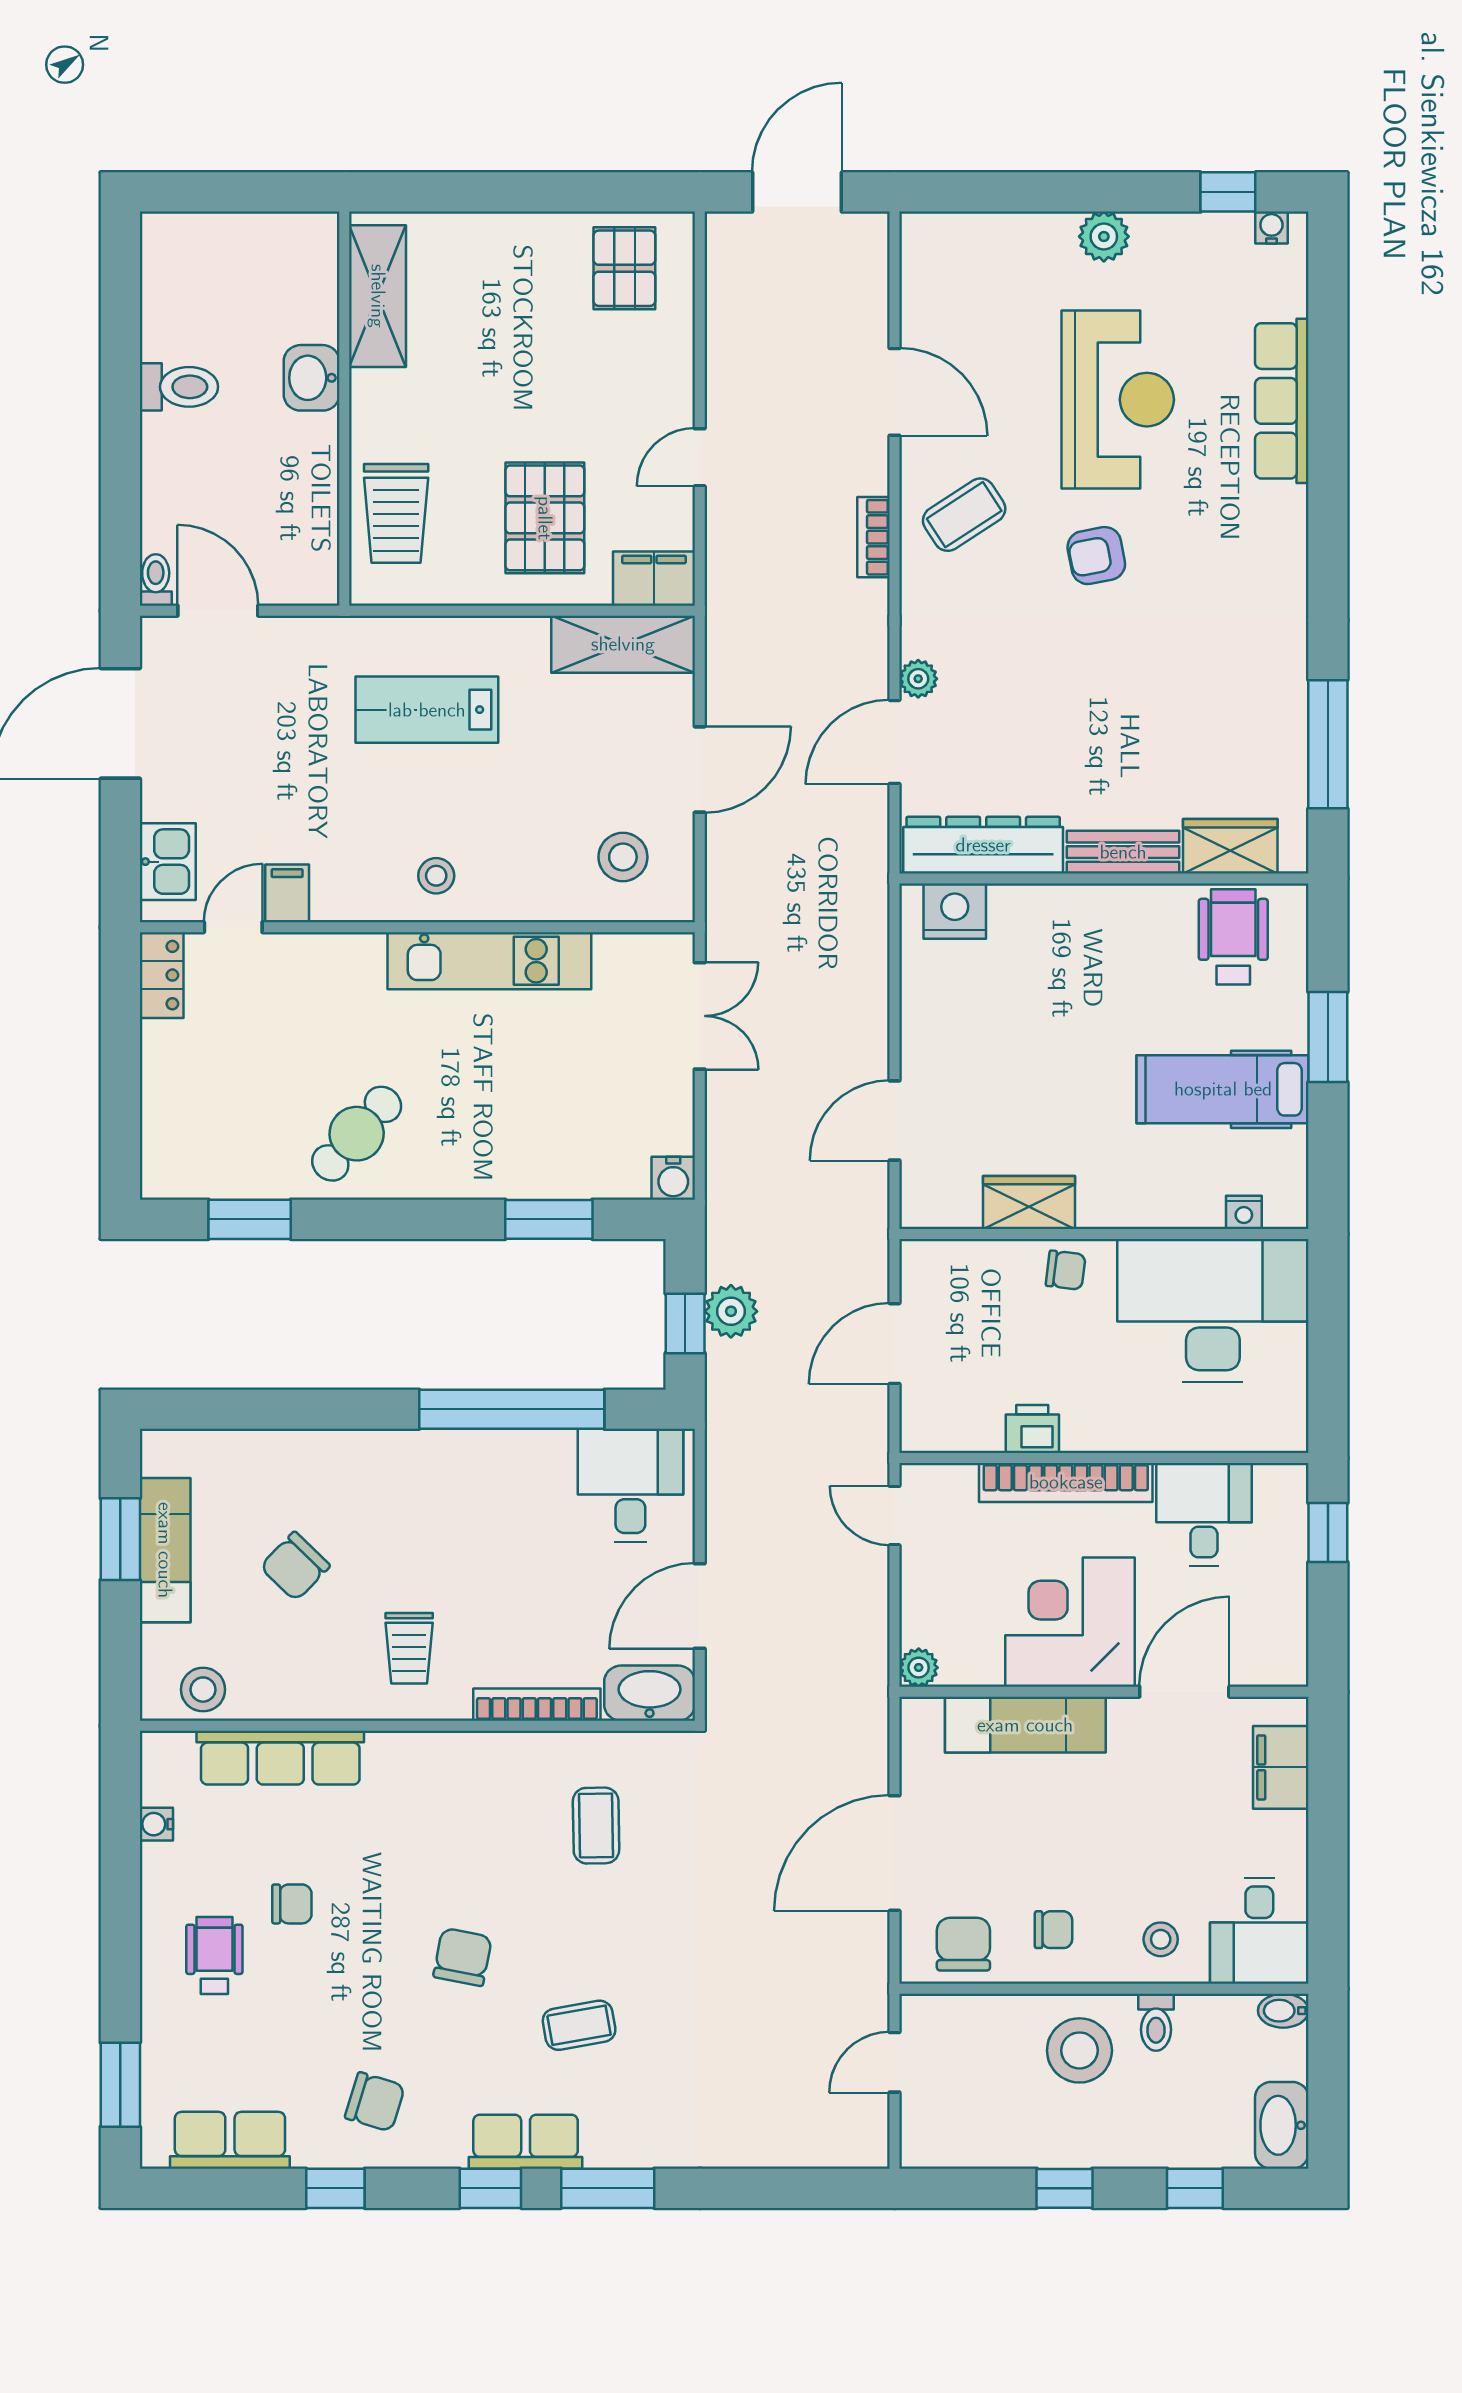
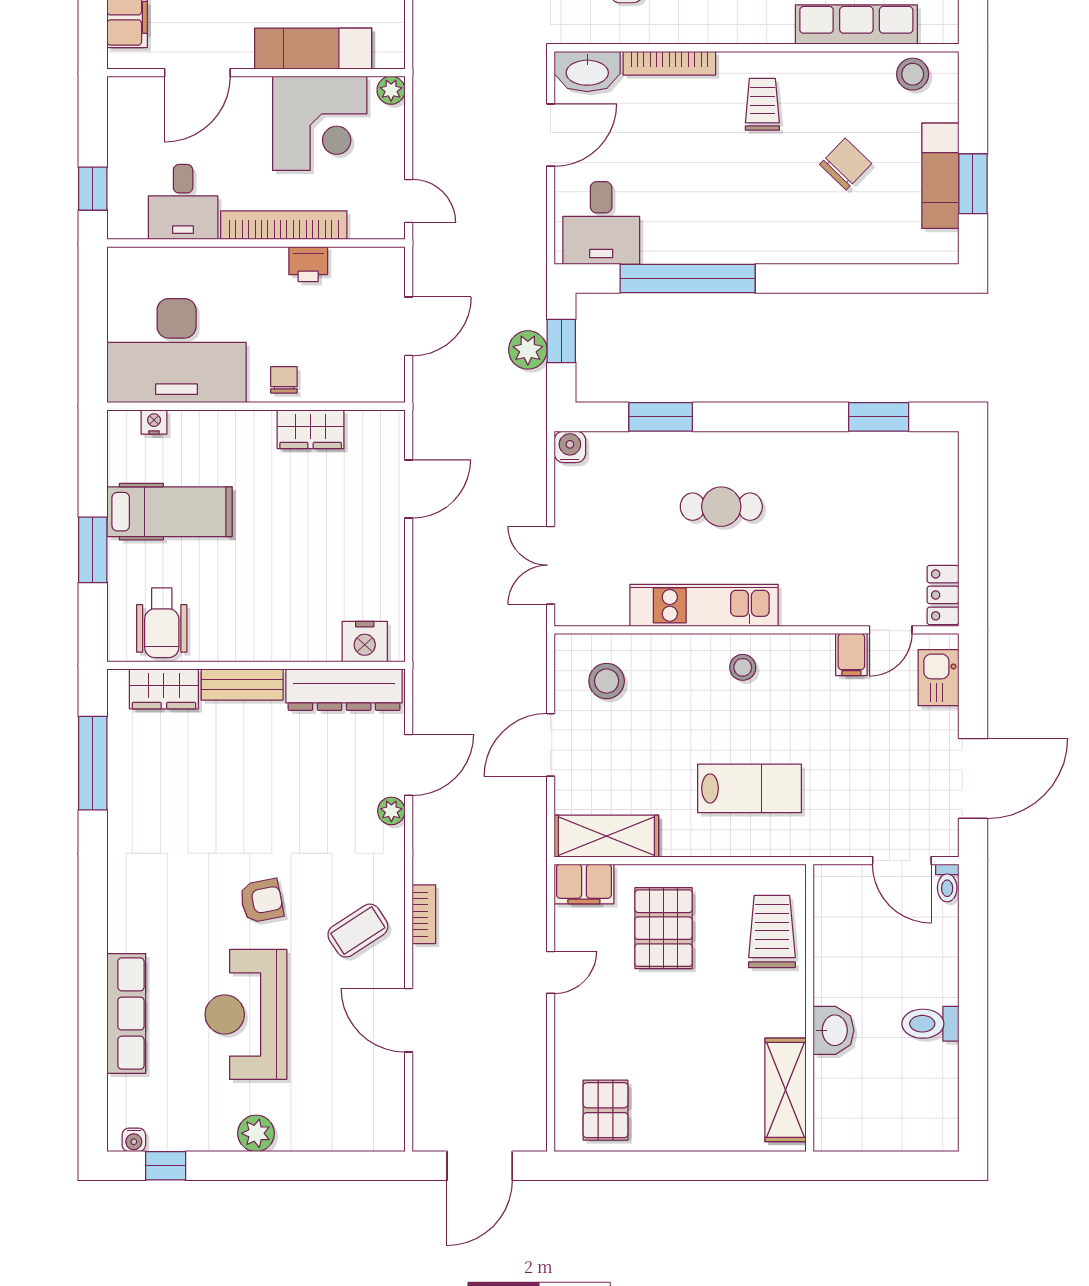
cafe table: (357, 1134) -> (721, 507), moved, turned 48
chair: (1066, 1270) -> (284, 380), turned 83
corner desk: (1070, 1622) -> (320, 123), moved

